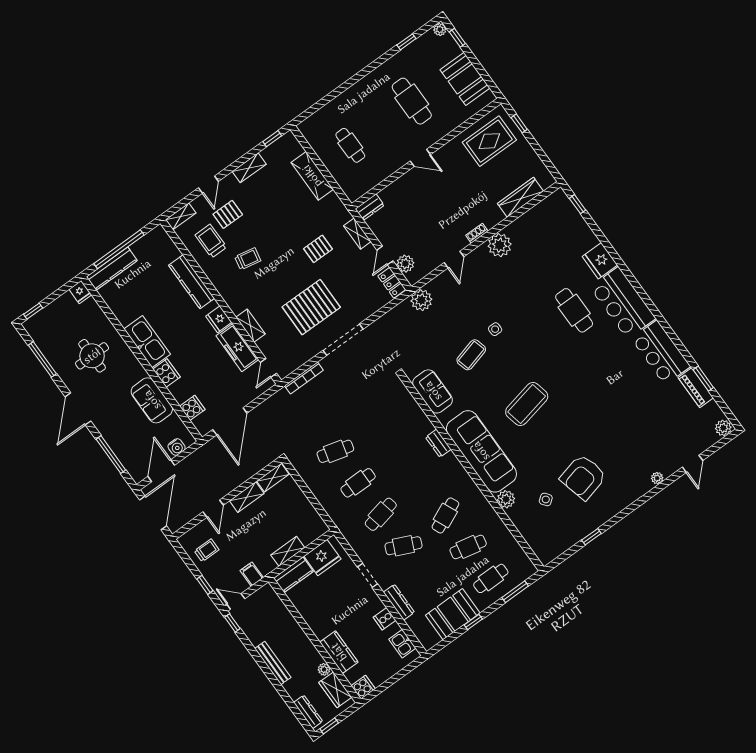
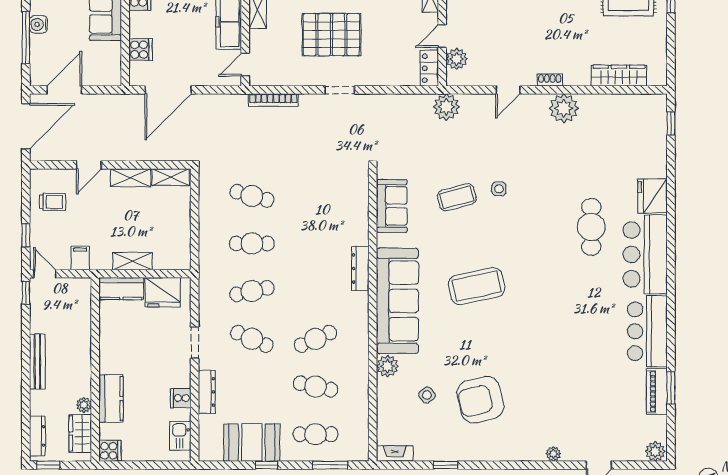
doorway: (343, 340) -> (340, 90), width x0.53
dresser: (438, 443) -> (360, 268), width x1.44
water cooler: (177, 447) -> (39, 24), moved, turned 90
fireplace: (552, 553) -> (395, 453), added

